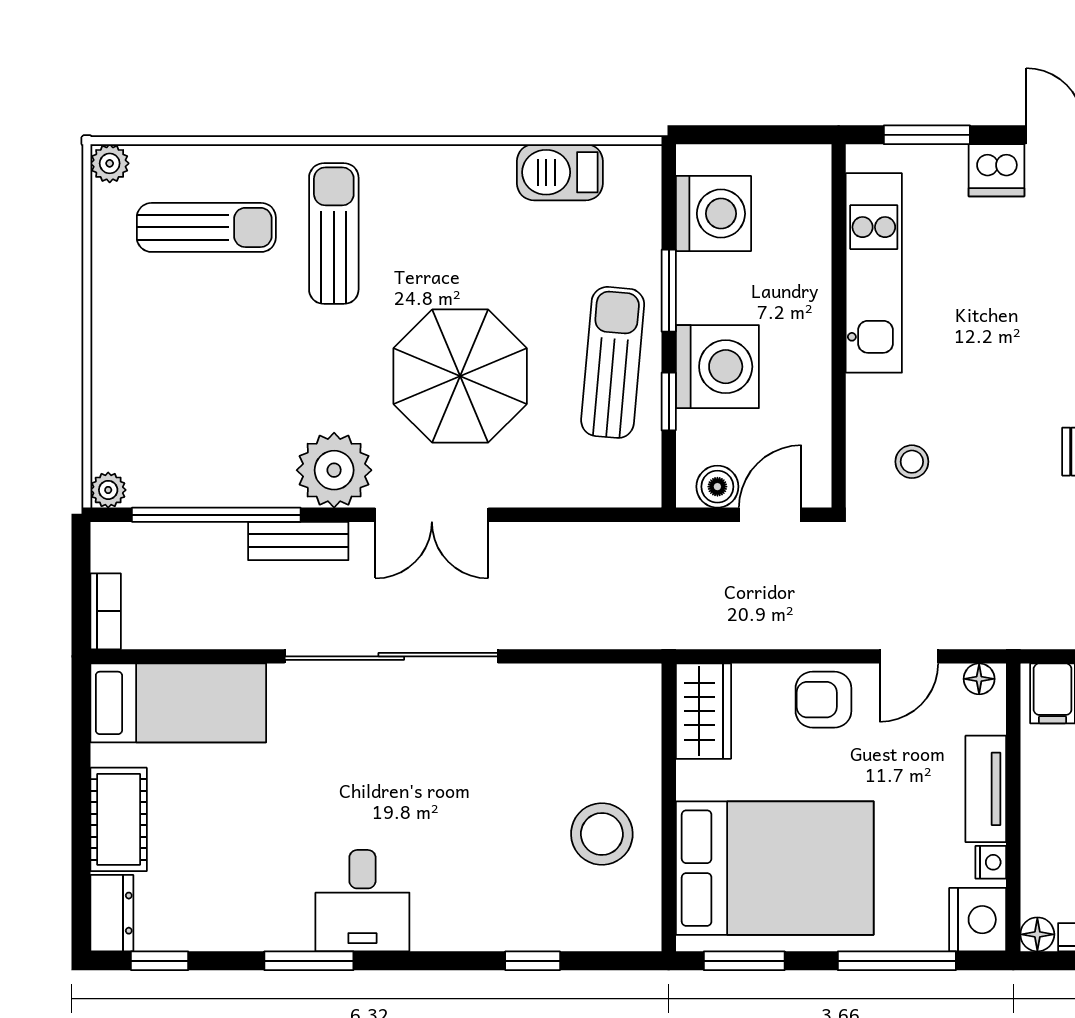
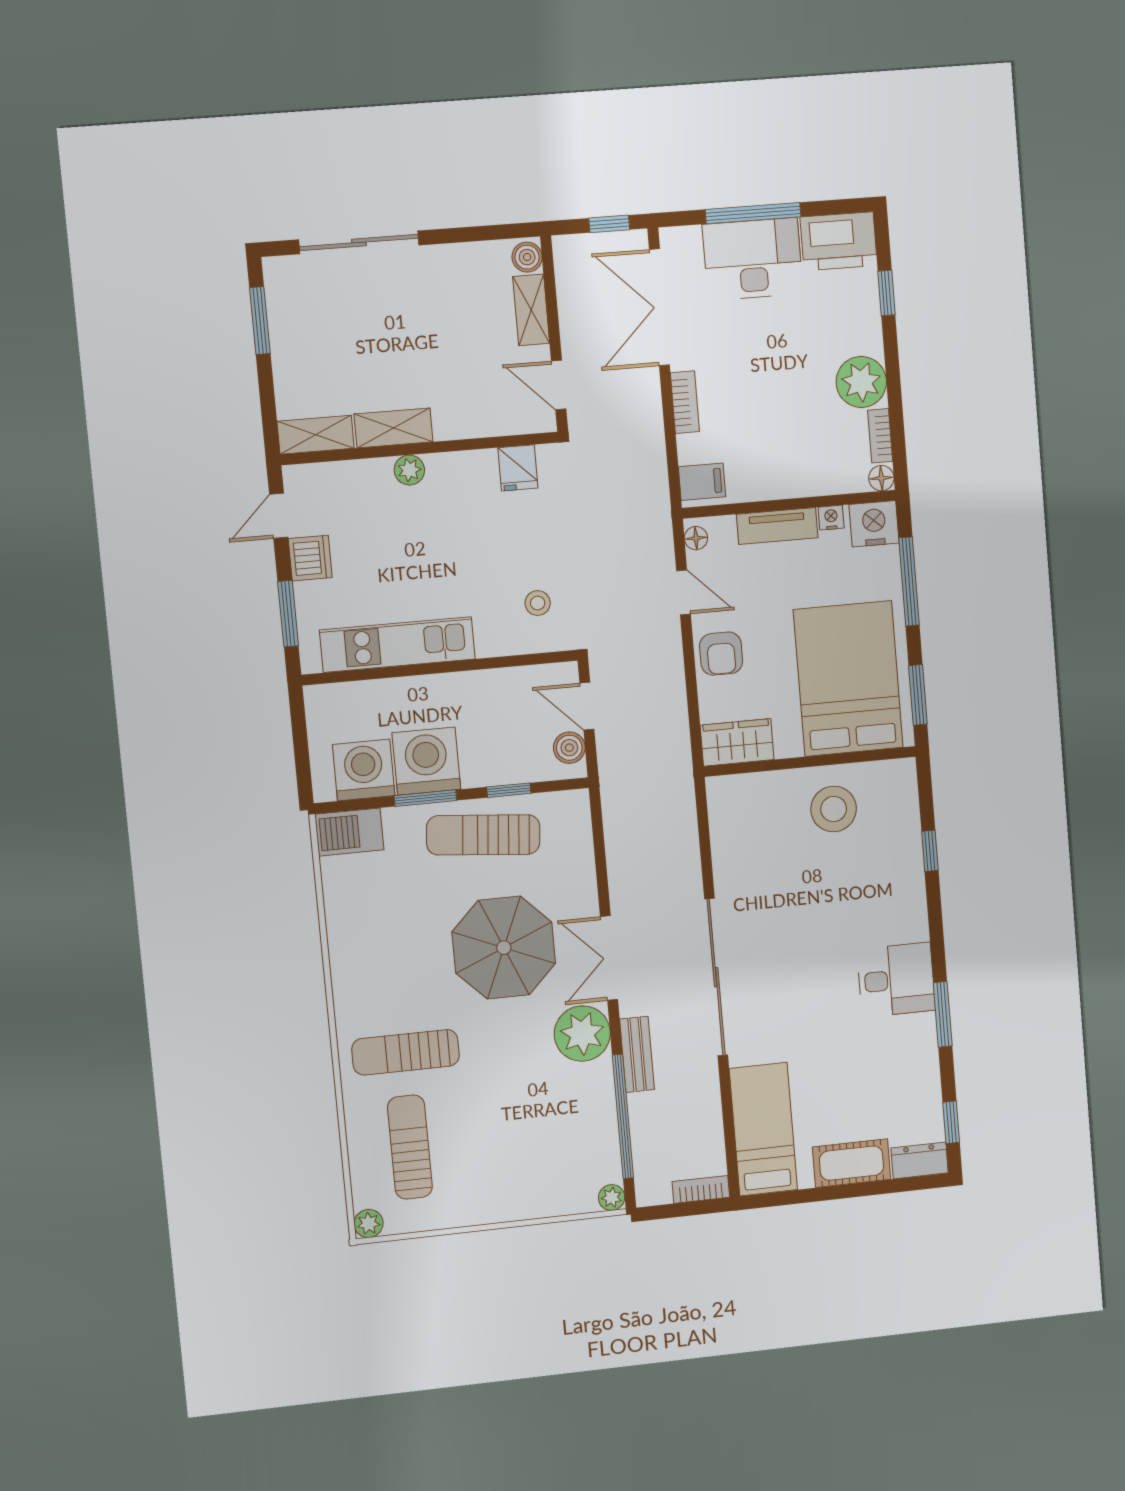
barbecue: (560, 172) -> (349, 832), moved, turned 90
washing machine: (717, 367) -> (426, 761), moved
double door: (432, 515) -> (609, 958), swing flipped

